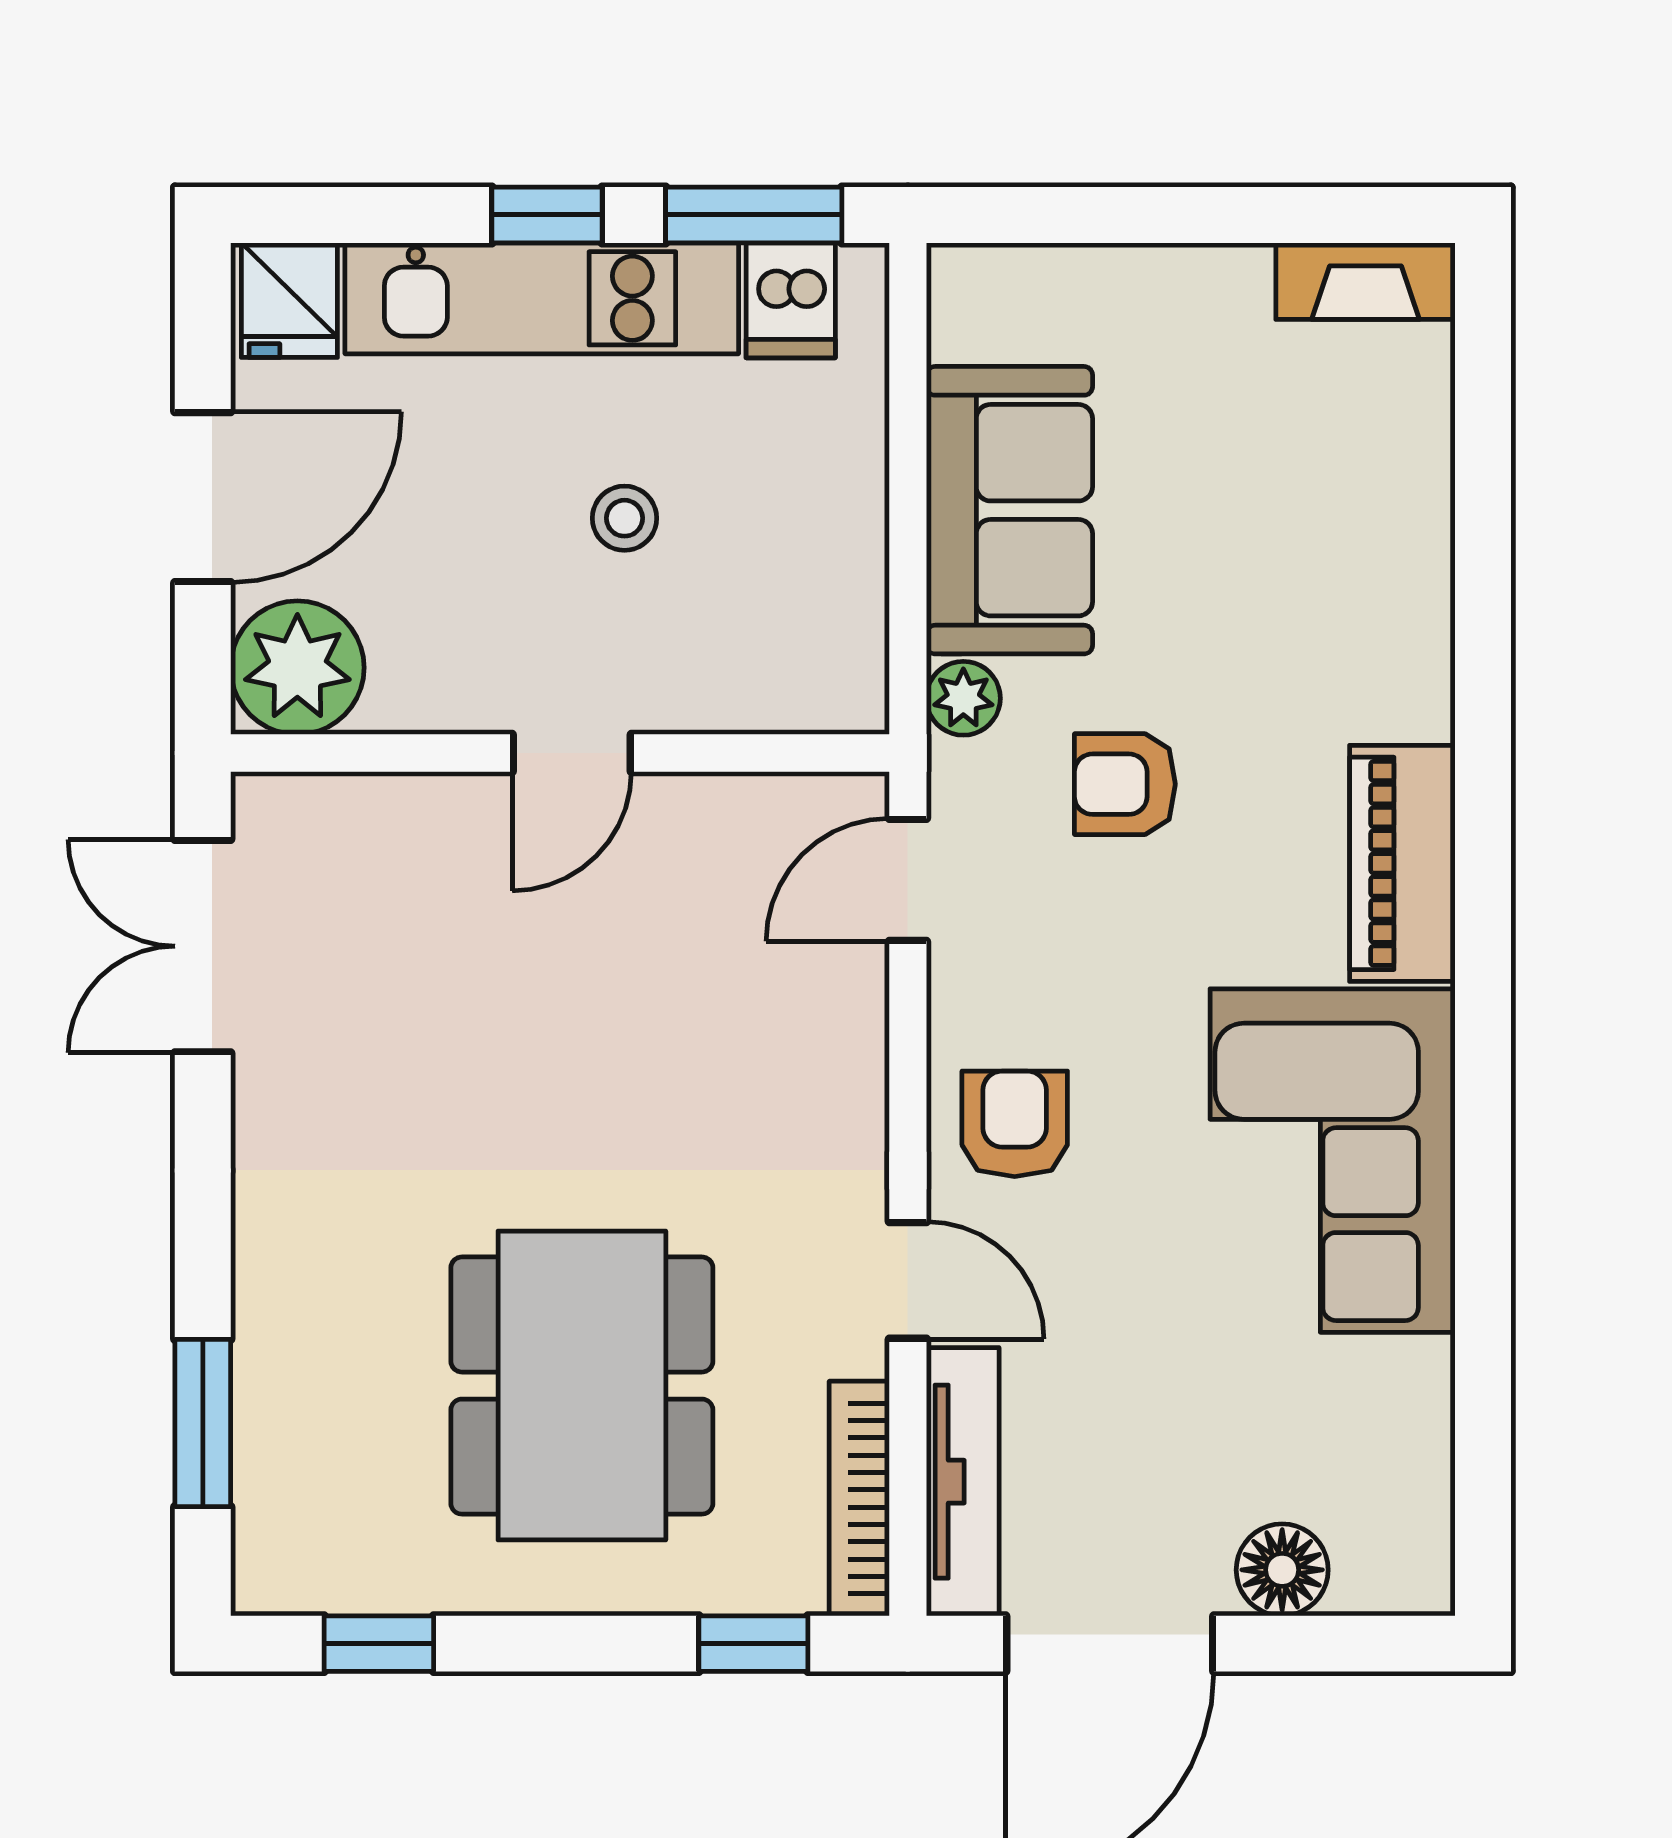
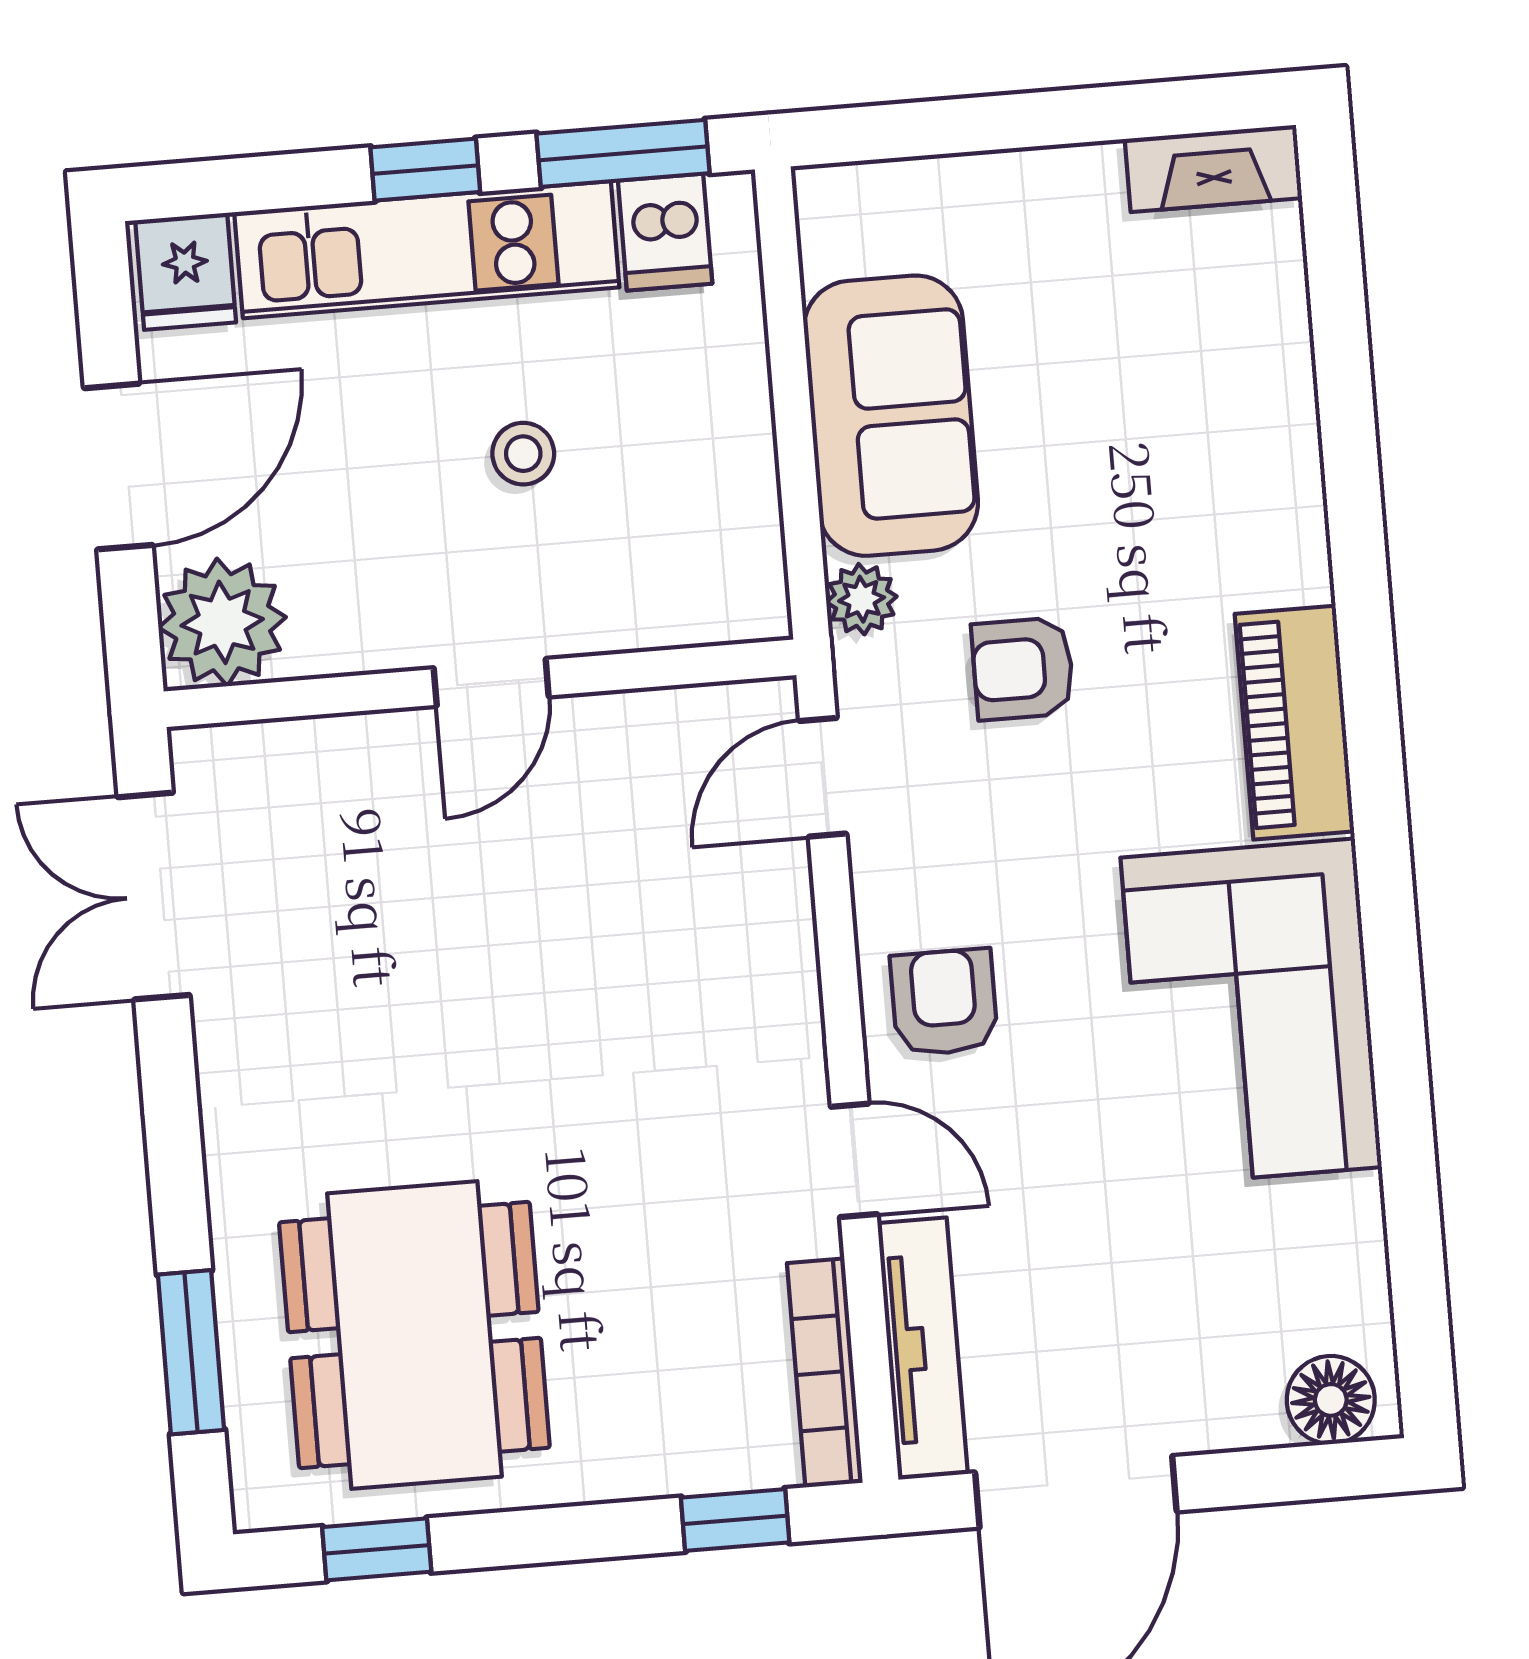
dining table: (582, 1386) -> (414, 1335), moved
floor lamp: (1282, 1570) -> (1331, 1400), moved

